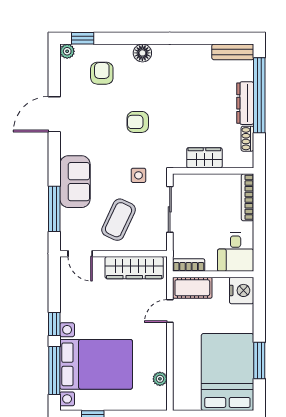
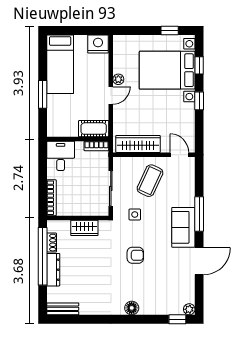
armchair: (102, 73) -> (163, 293), removed
window: (259, 95) -> (43, 256), moved
sofa: (75, 182) -> (183, 227), moved
window: (54, 209) -> (199, 214), moved
nightstand: (242, 290) -> (98, 44), moved, turned 90
door: (170, 311) -> (111, 95), moved
window: (259, 360) -> (43, 94), moved
window: (54, 371) -> (199, 65), width x0.46
bed: (227, 372) -> (60, 64), width x0.67
plant: (160, 379) -> (118, 79), moved

